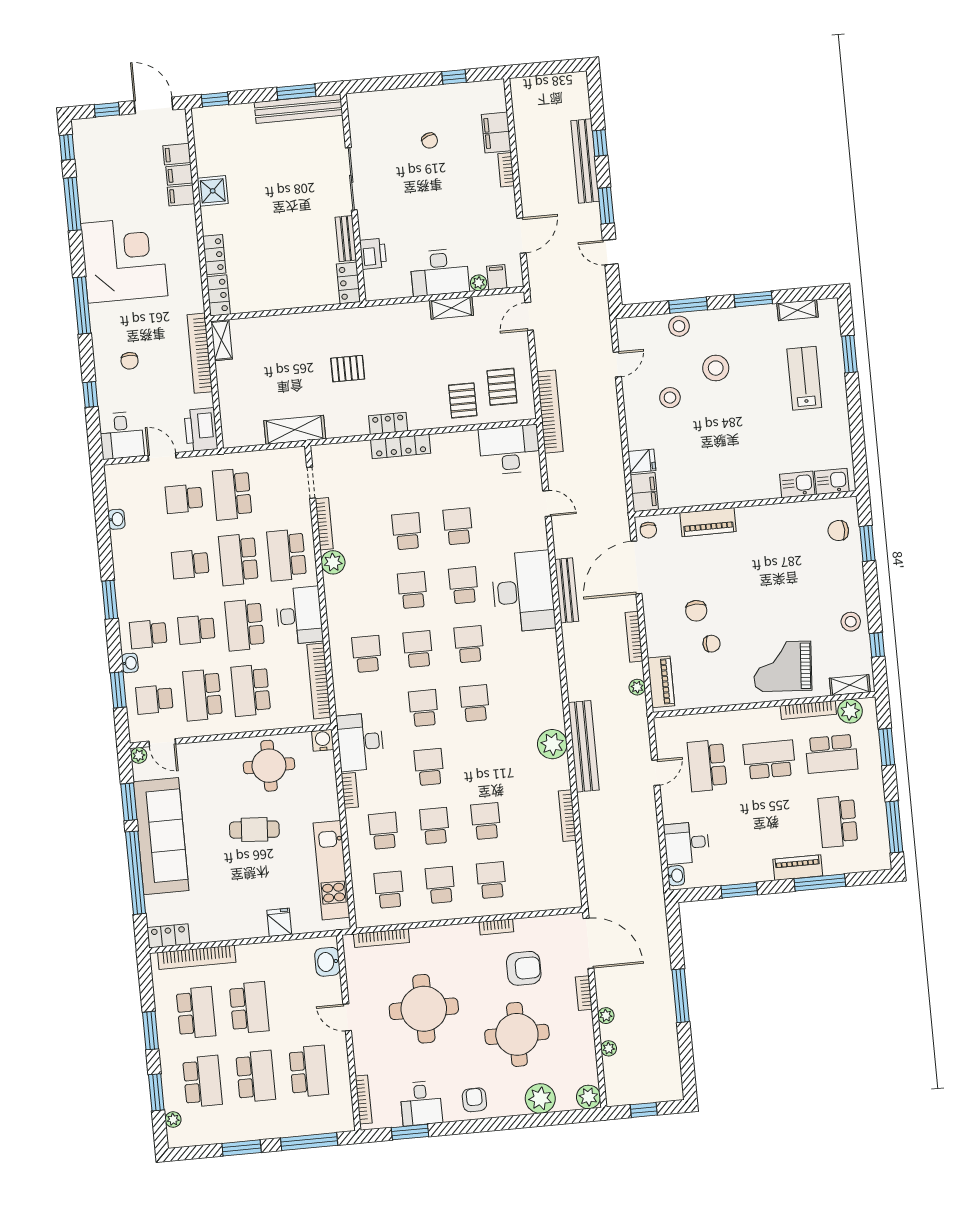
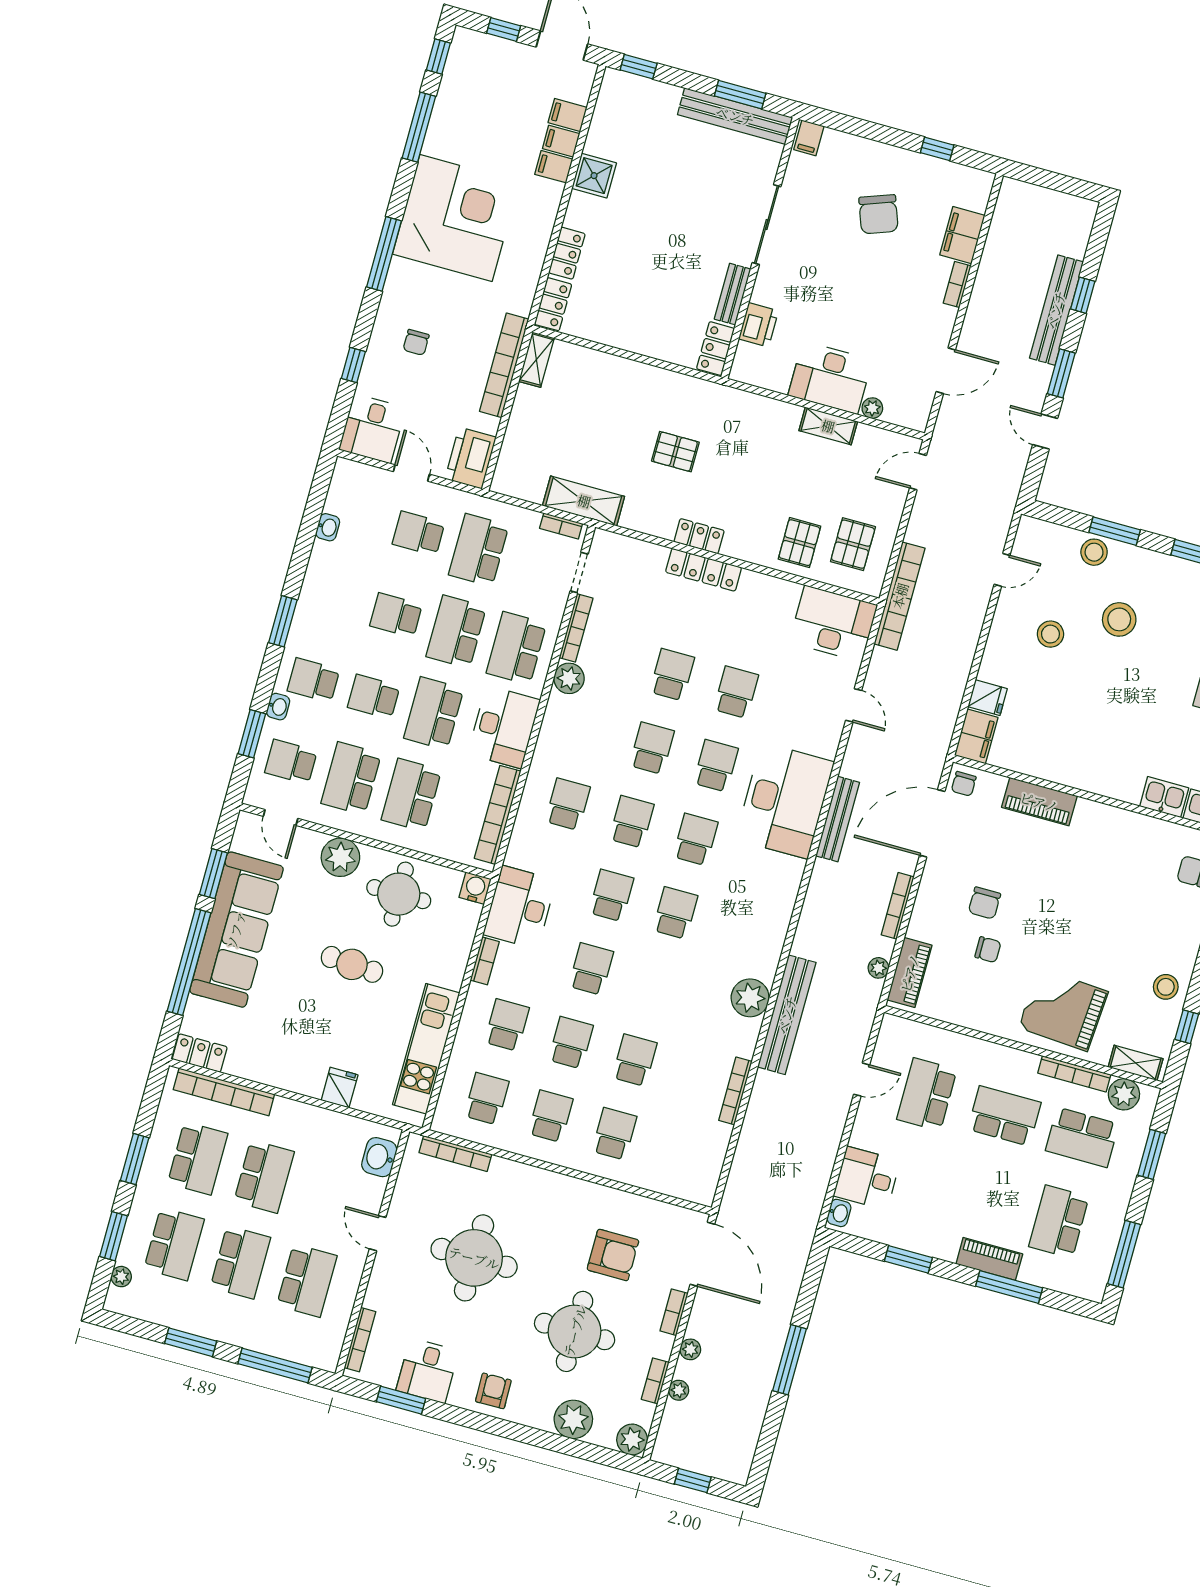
chair: (430, 141) -> (878, 214), width x1.87, depth x1.87
filing cabinet: (497, 277) -> (809, 138), moved, turned 180
bookcase: (285, 454) -> (561, 526), added
plant: (139, 755) -> (340, 857), moved, width x1.87, depth x1.87
bookcase: (496, 927) -> (655, 1381), moved, turned 90

